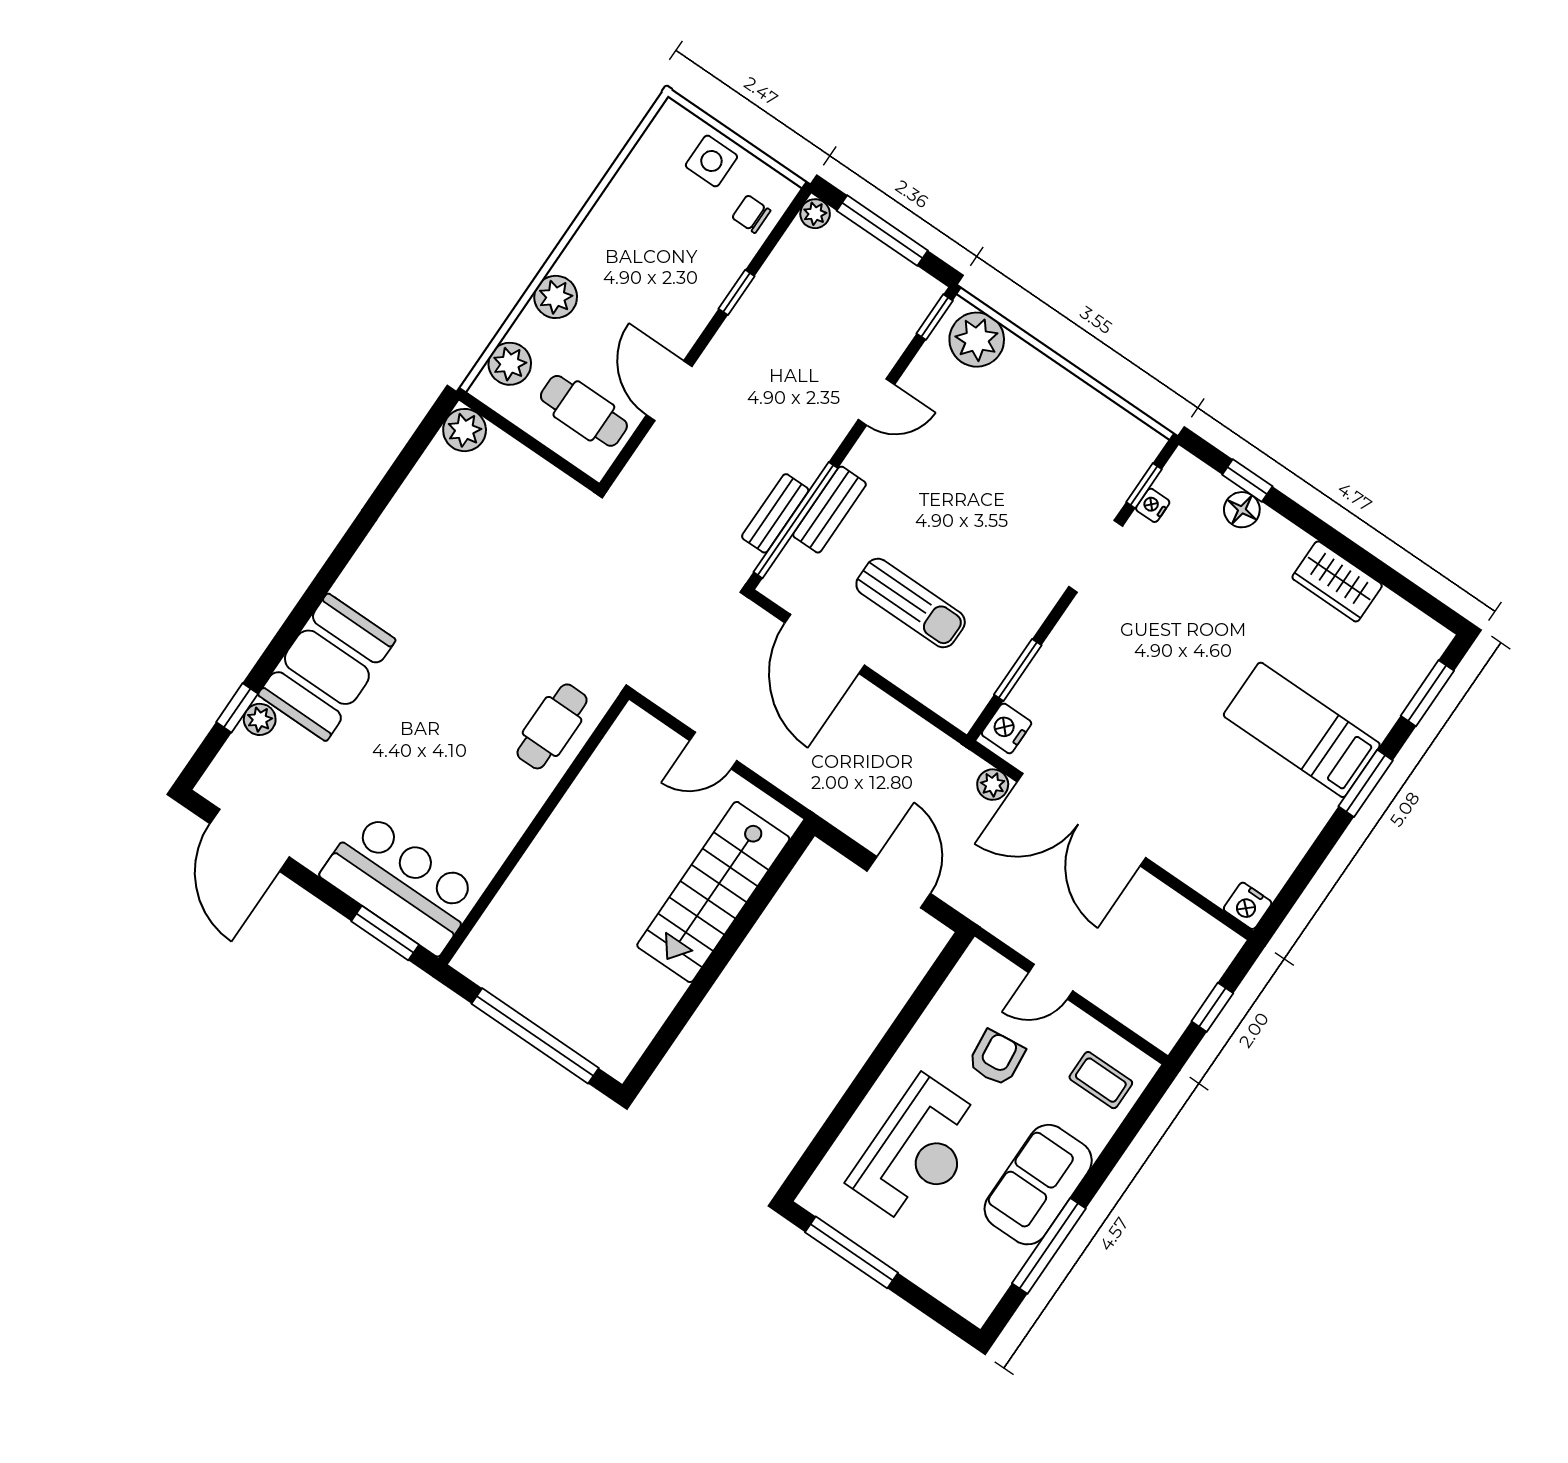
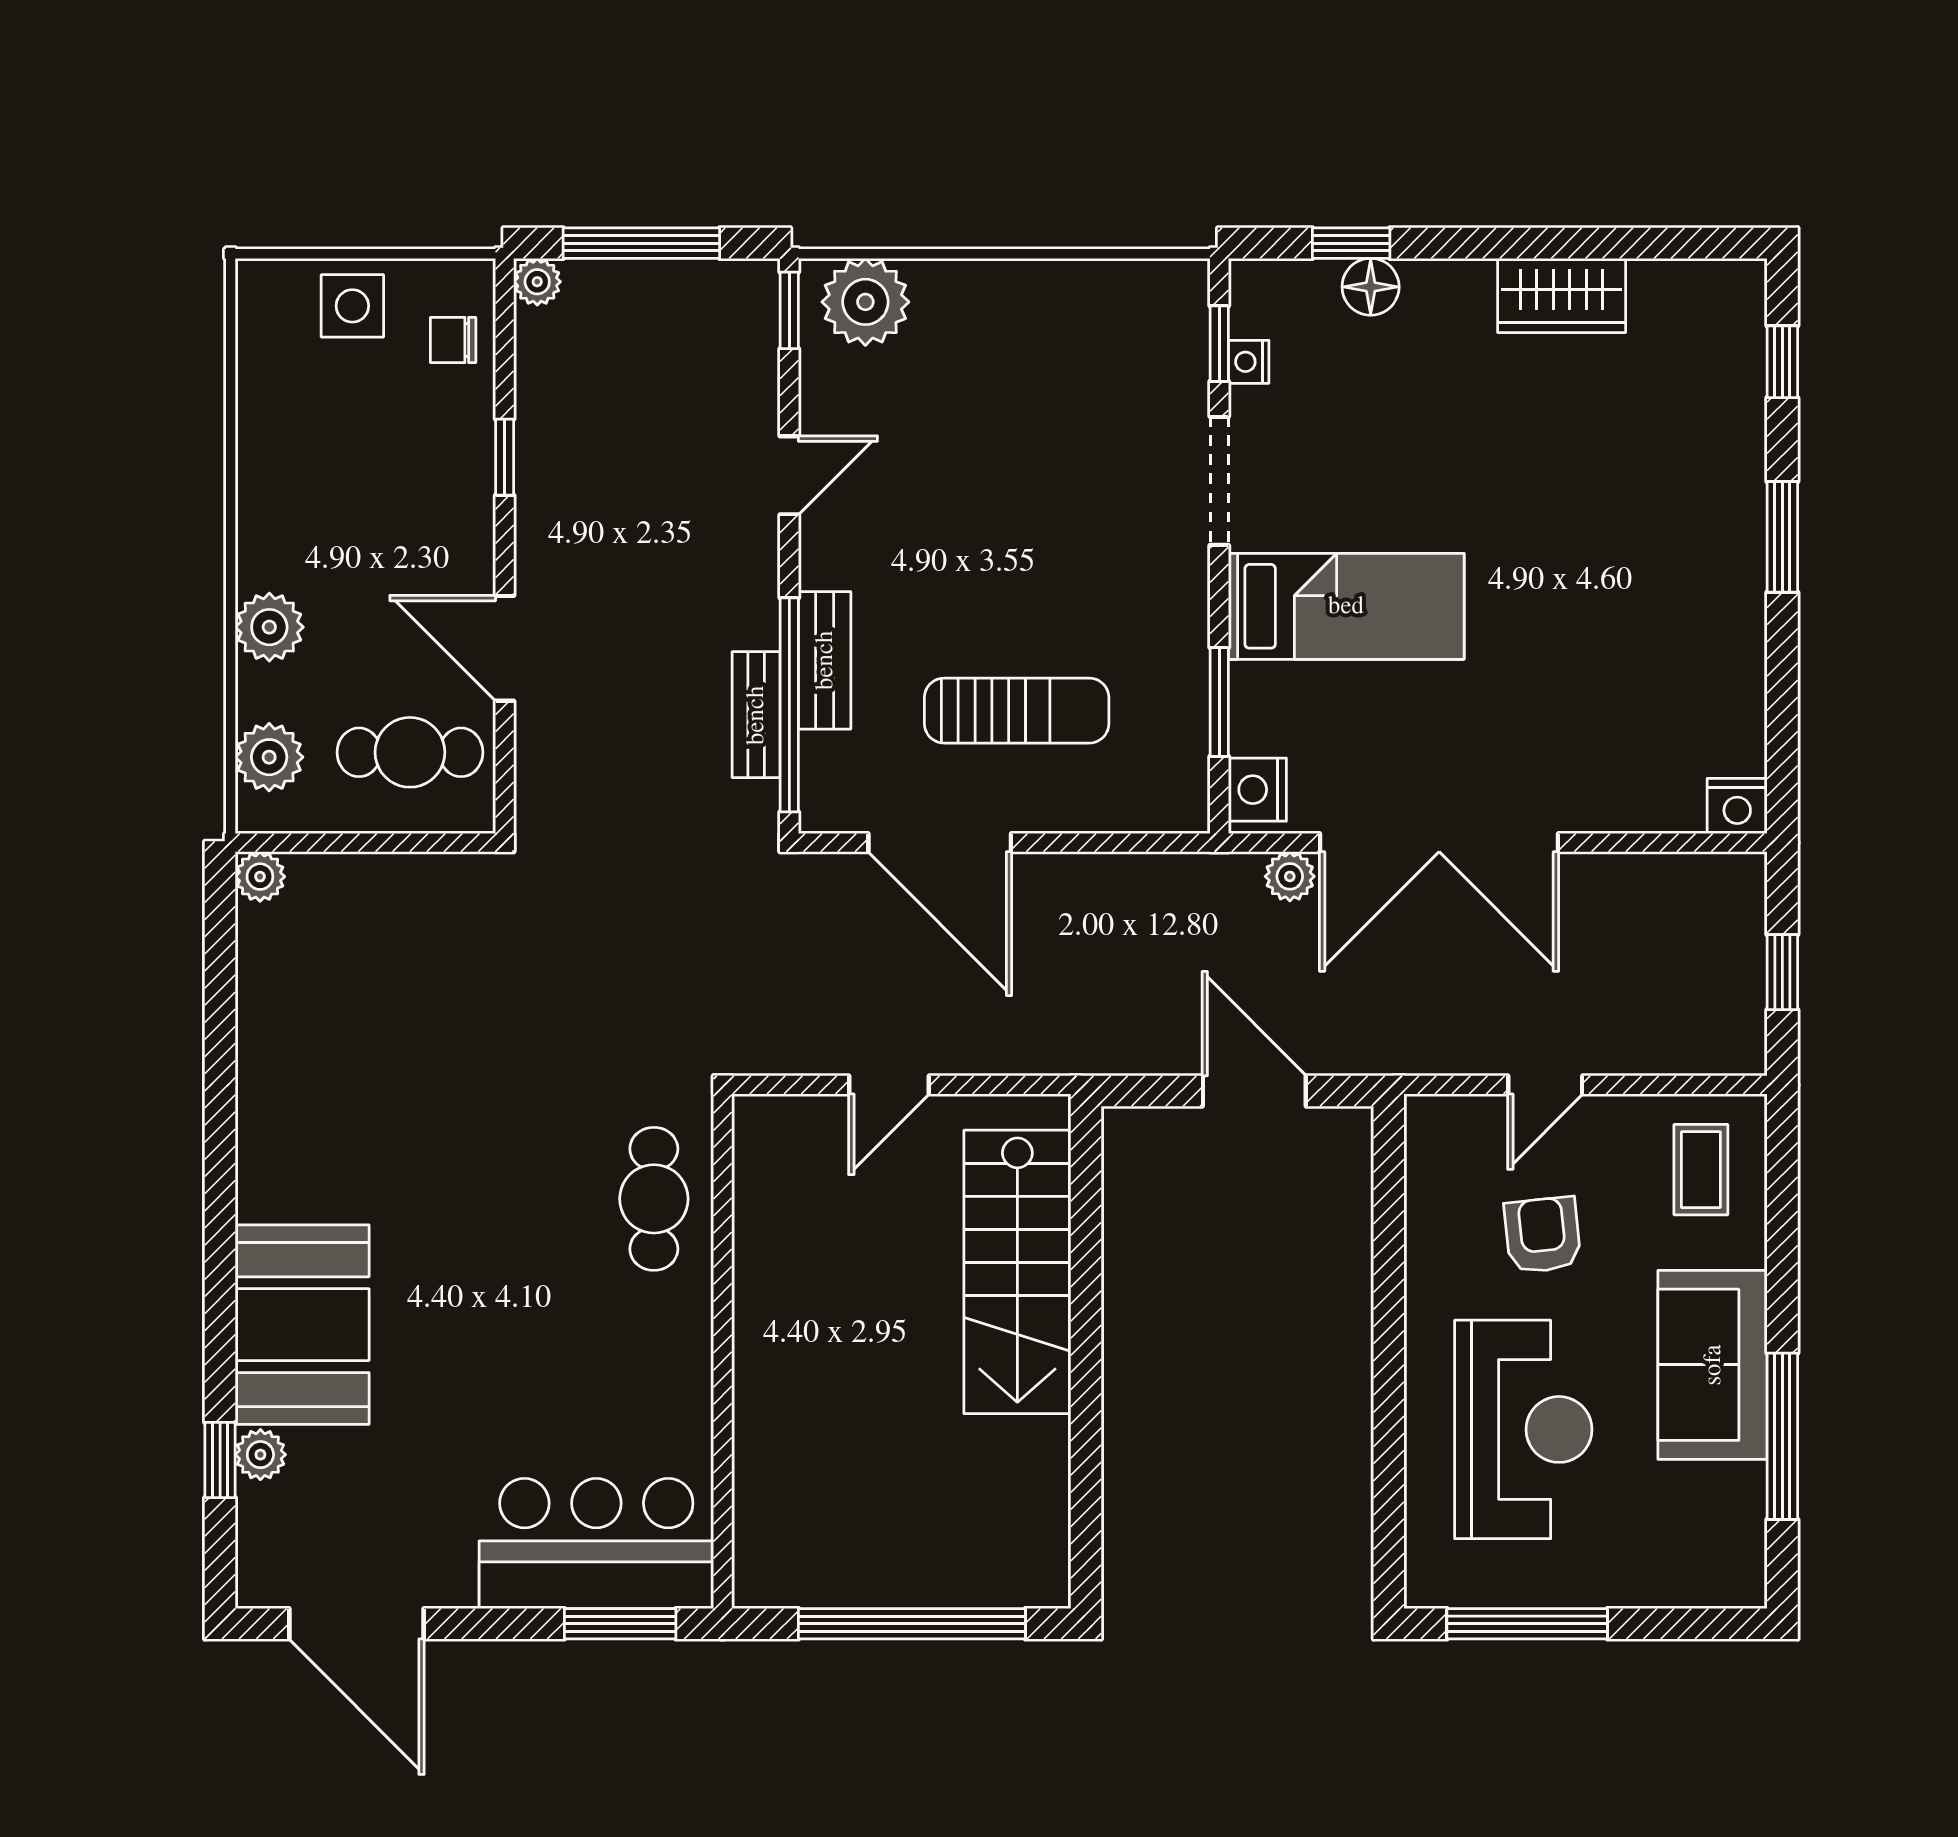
plant: (465, 430) -> (260, 877), width x0.73, depth x0.73
window: (1427, 693) -> (1782, 362), width x0.67
bed: (1302, 730) -> (1346, 606), moved, turned 180
coffee table: (1101, 1080) -> (1701, 1170), turned 90

